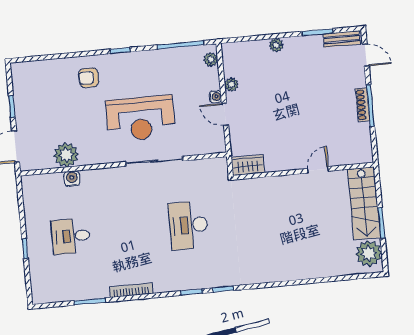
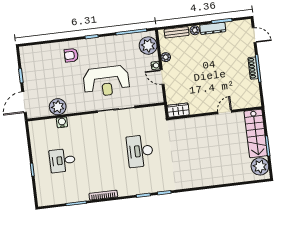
bench: (342, 39) -> (177, 32), moved
dresser: (303, 43) -> (213, 28), added
plant: (211, 59) -> (148, 46), width x1.88, depth x1.88

